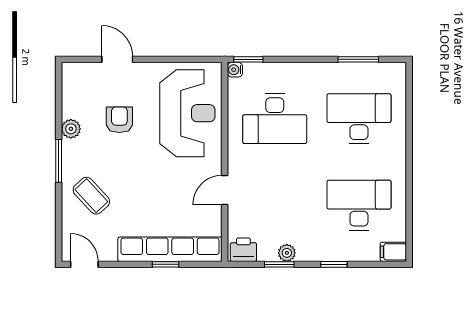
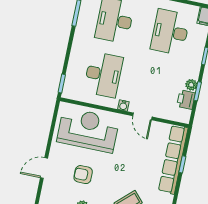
water cooler: (235, 70) -> (123, 106), moved
printer: (243, 250) -> (186, 100), moved

